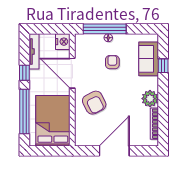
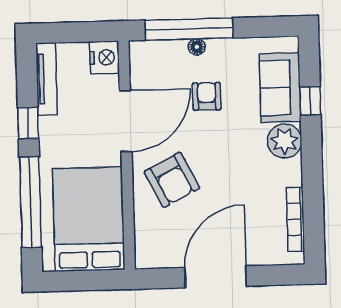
door: (72, 73) -> (126, 121), swing flipped
plant: (150, 99) -> (285, 141), moved

